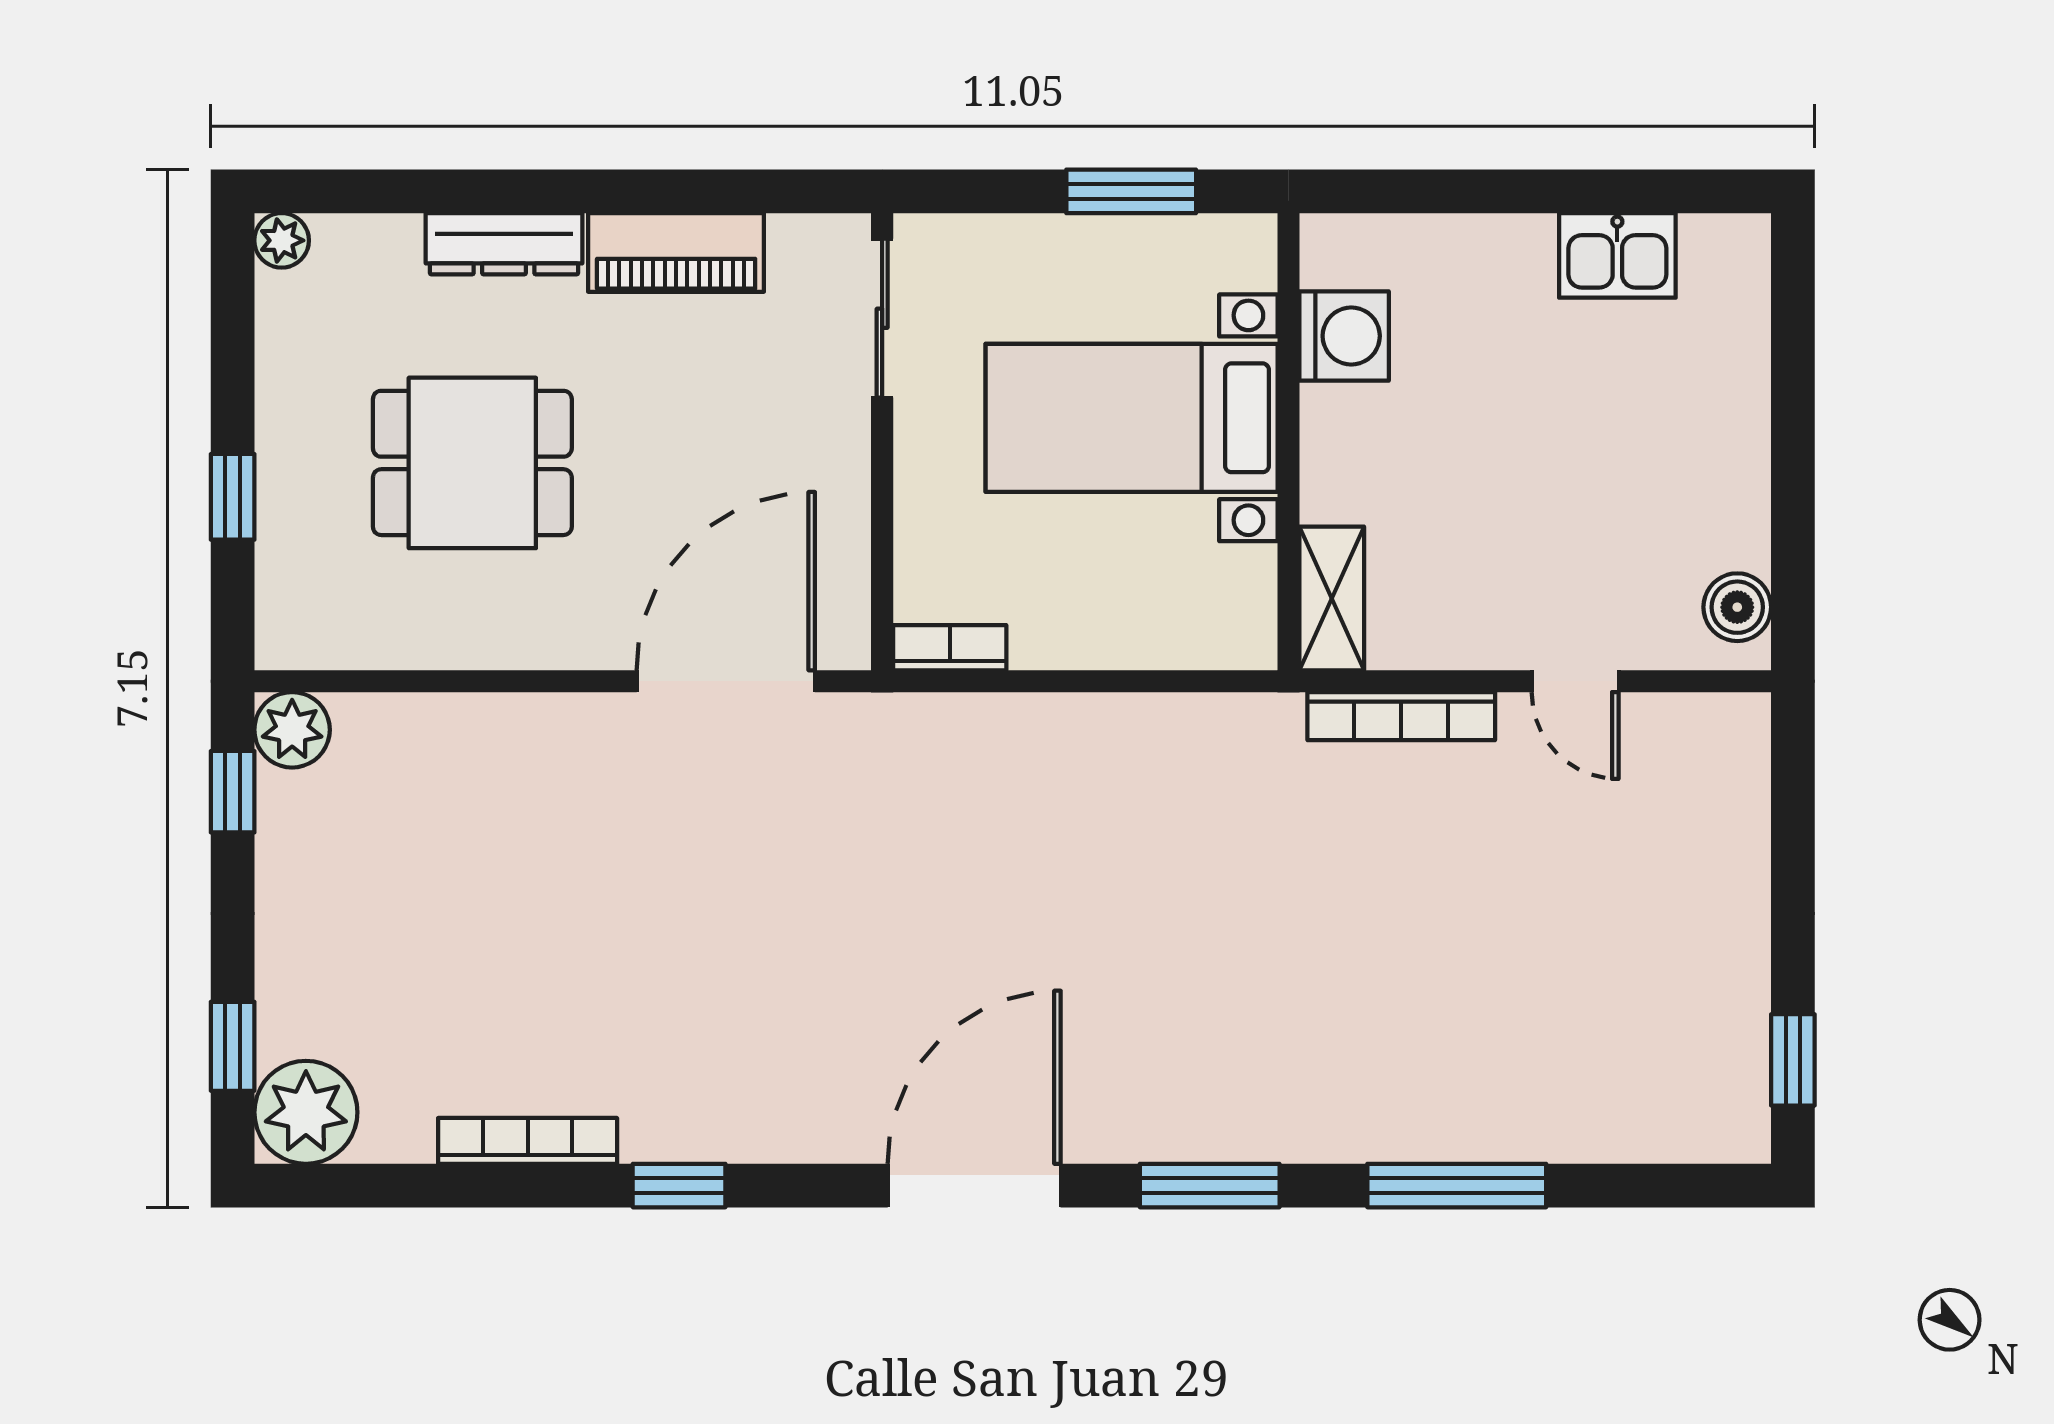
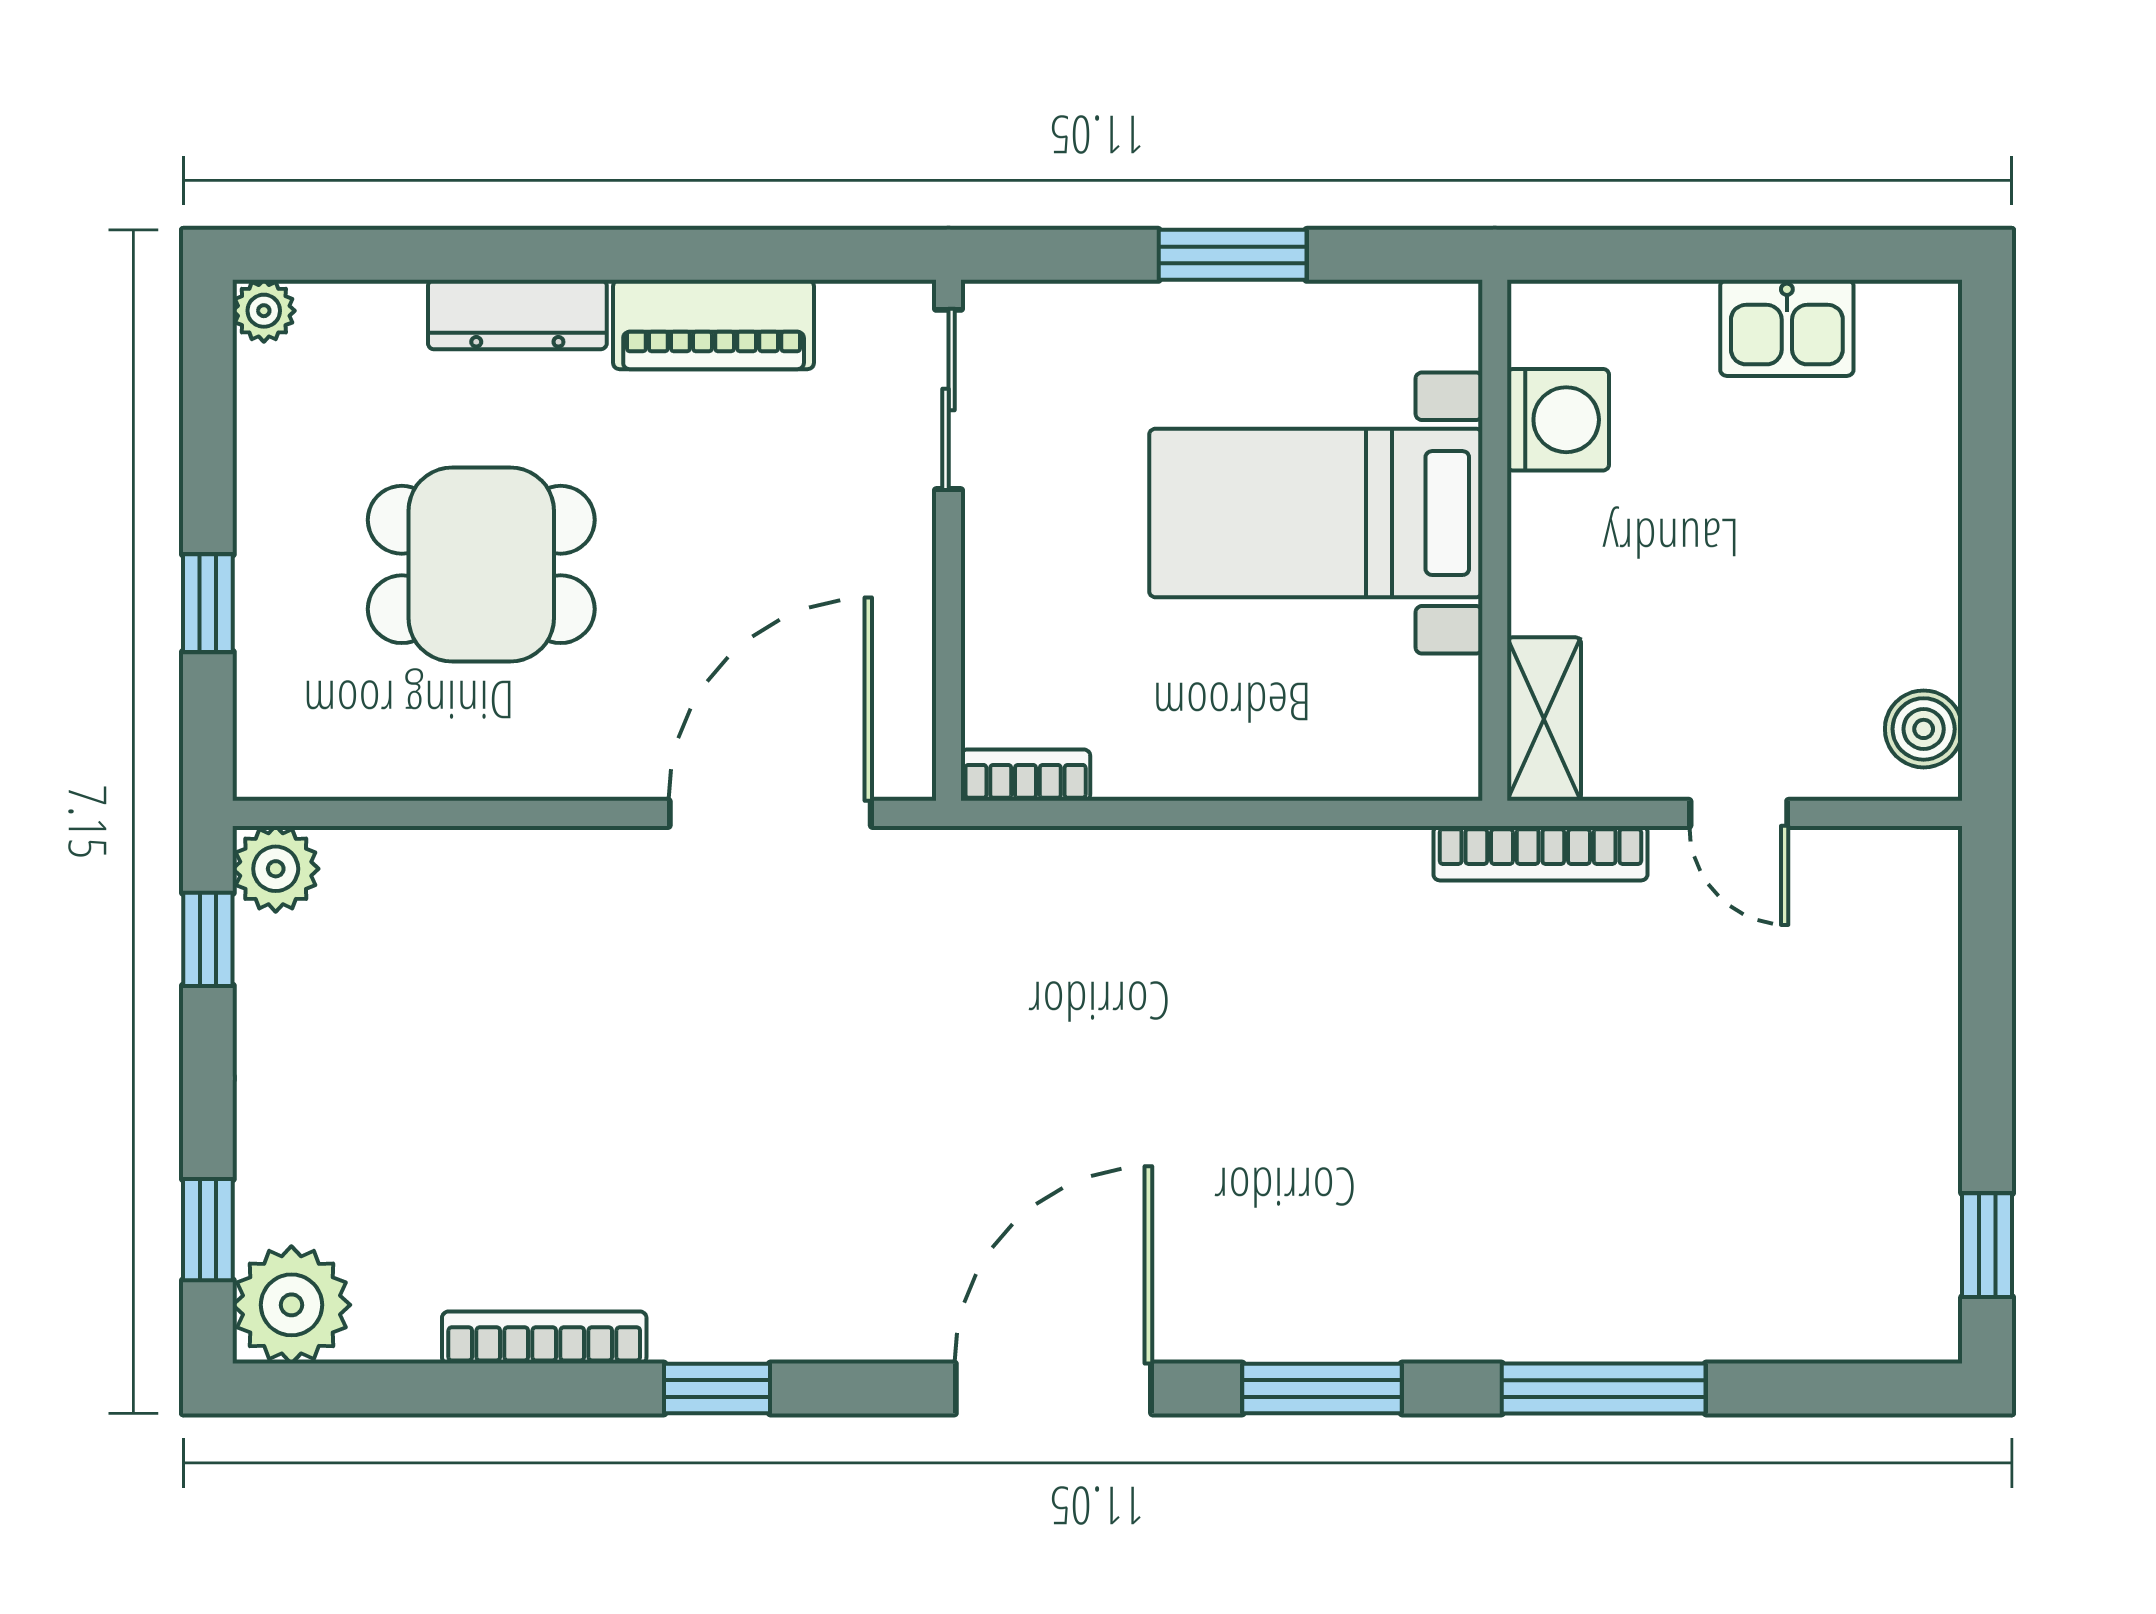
washing machine: (1344, 336) -> (1558, 420), moved
bed with nightstands: (1132, 418) -> (1316, 513), moved
wall: (1289, 442) -> (1495, 540), moved
shelving: (1332, 598) -> (1544, 719), moved

